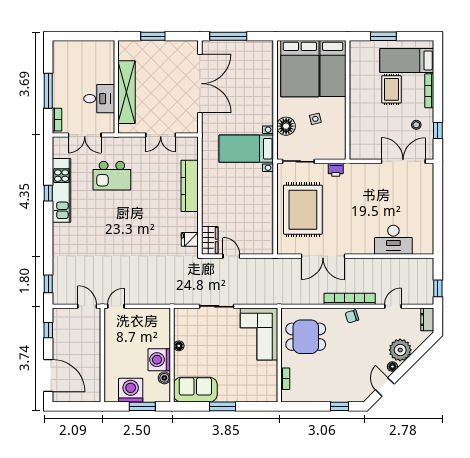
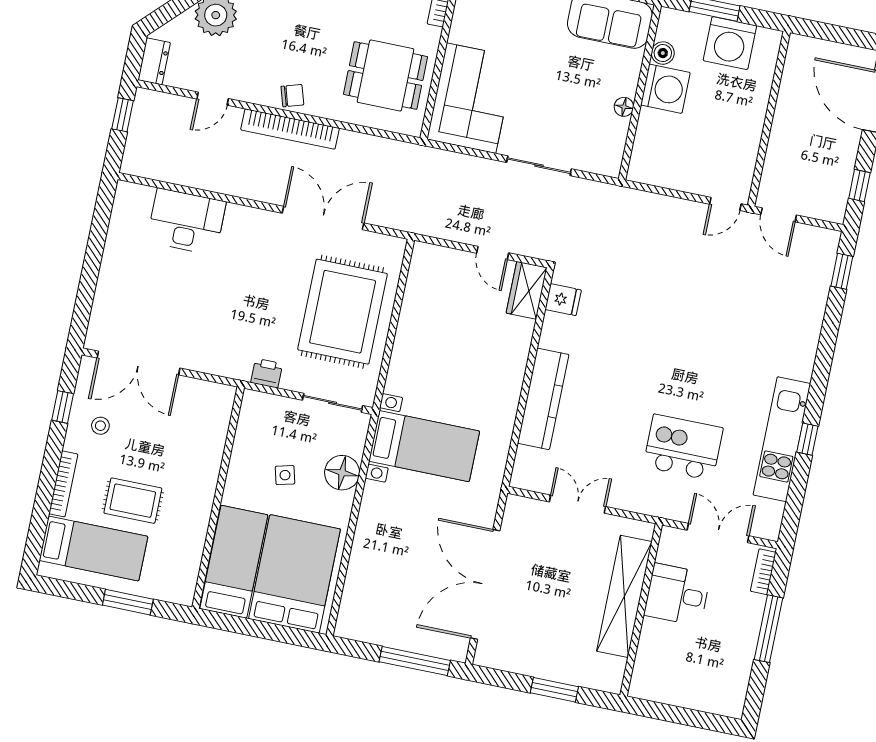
rug: (392, 89) -> (133, 501), turned 90

